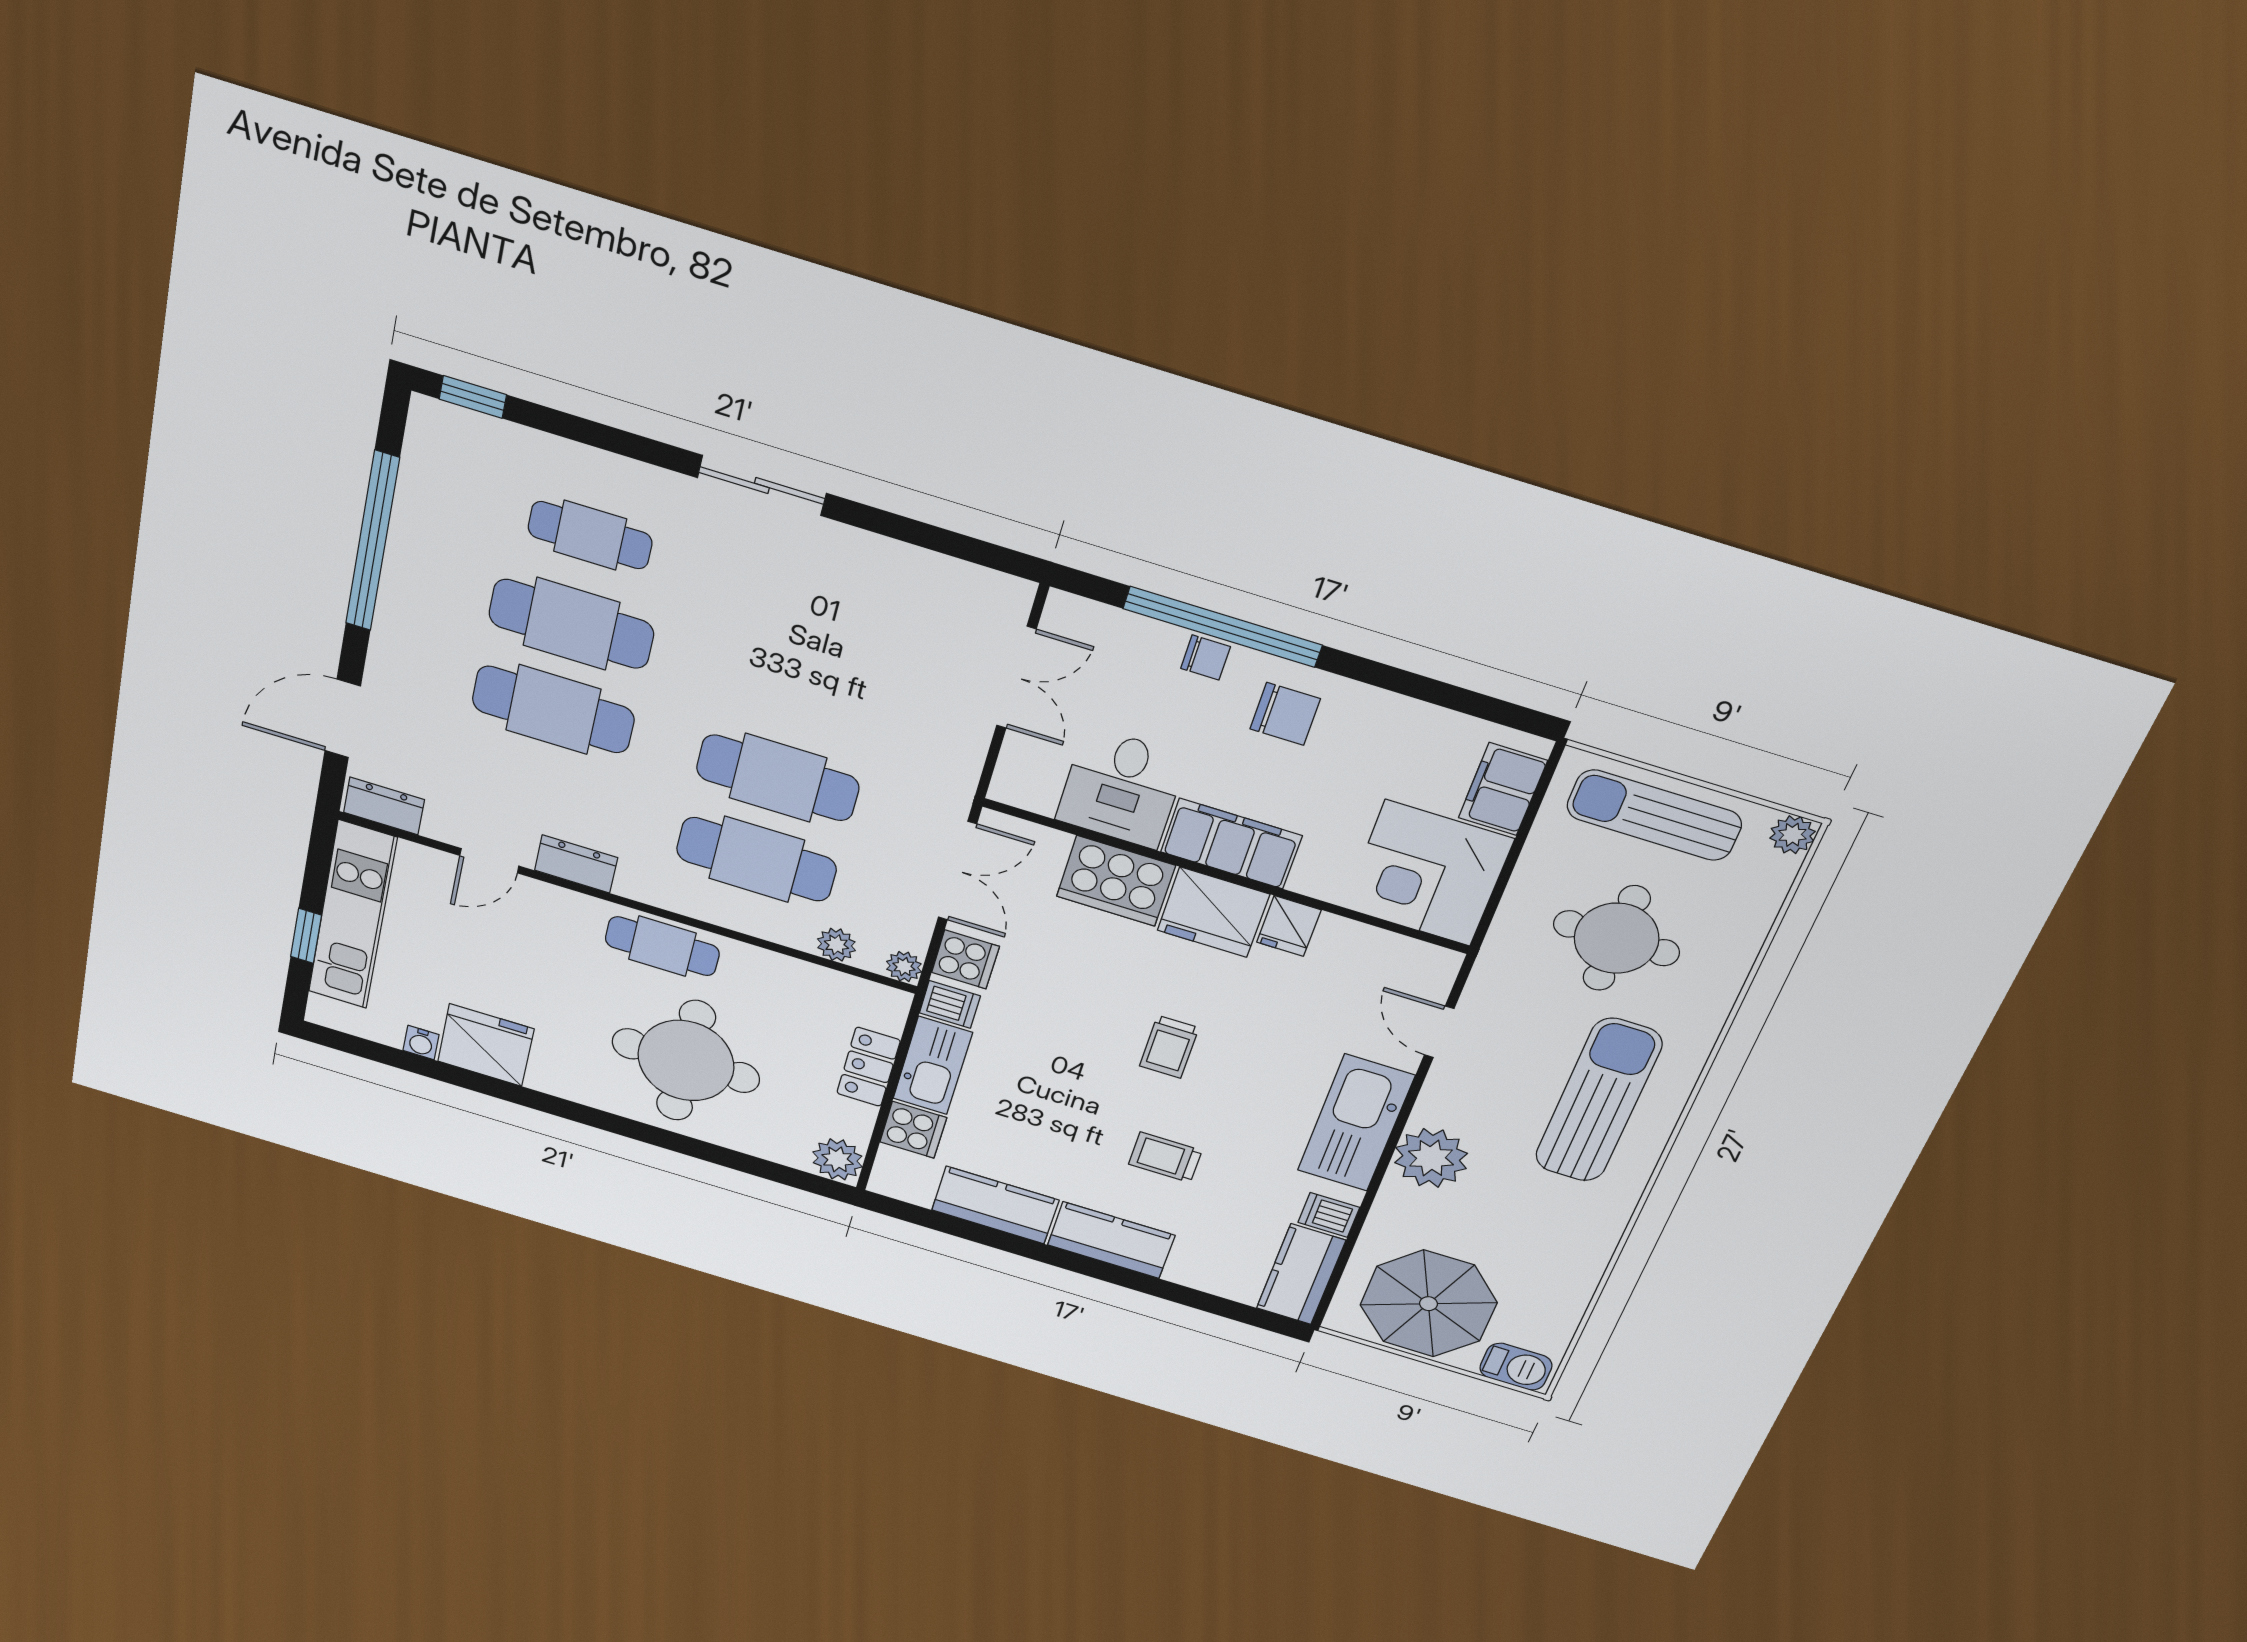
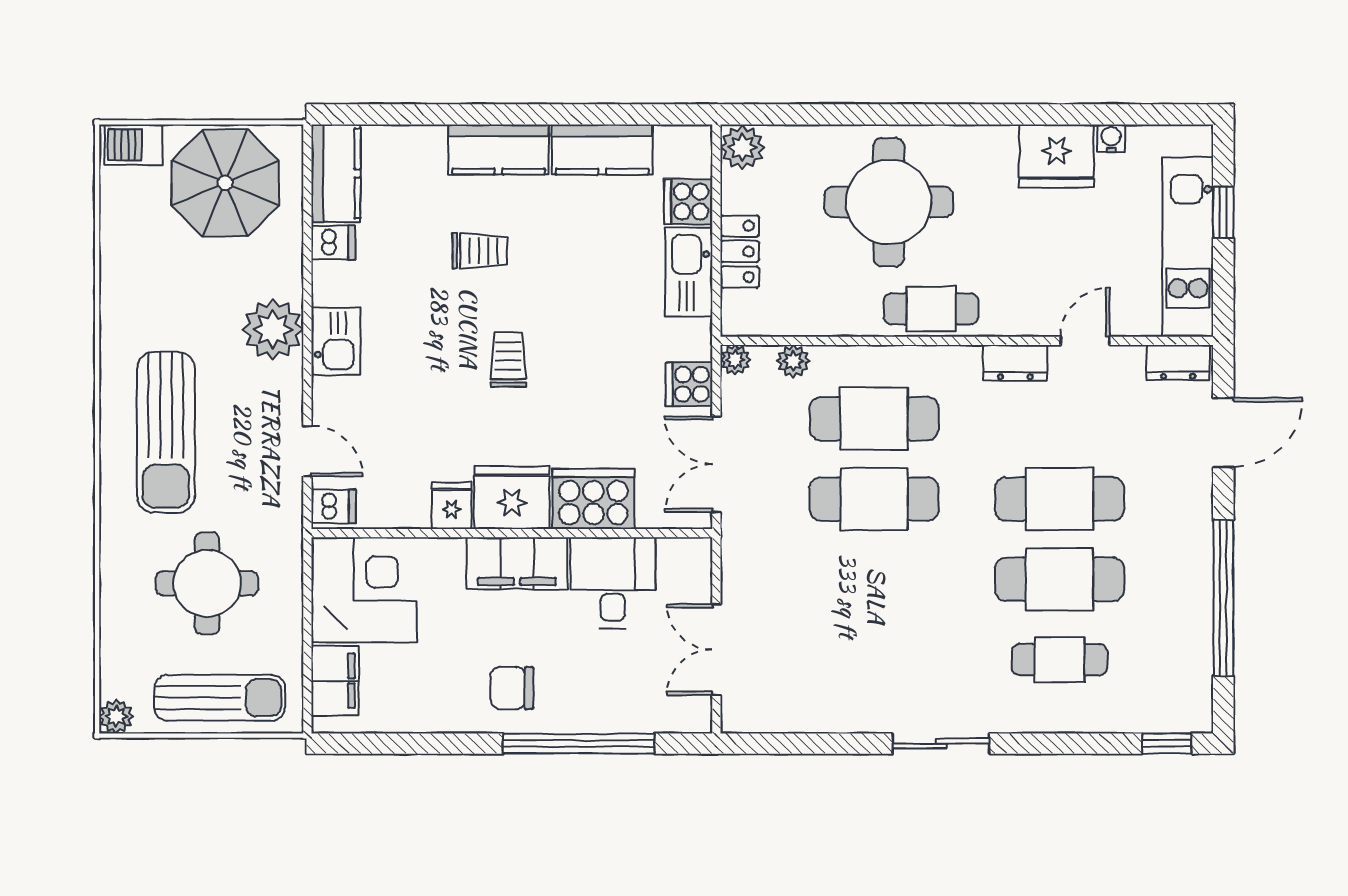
chair: (1206, 658) -> (583, 714), removed
dishwasher: (950, 1004) -> (333, 506), moved, turned 180
kitchen sink: (1356, 1123) -> (336, 341), width x0.53, depth x0.81

